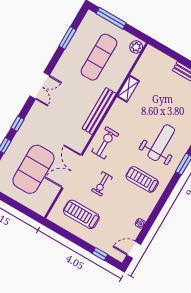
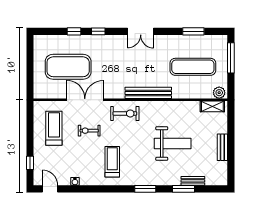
shelving: (128, 89) -> (212, 106), moved
weight bench: (161, 143) -> (173, 144), moved

